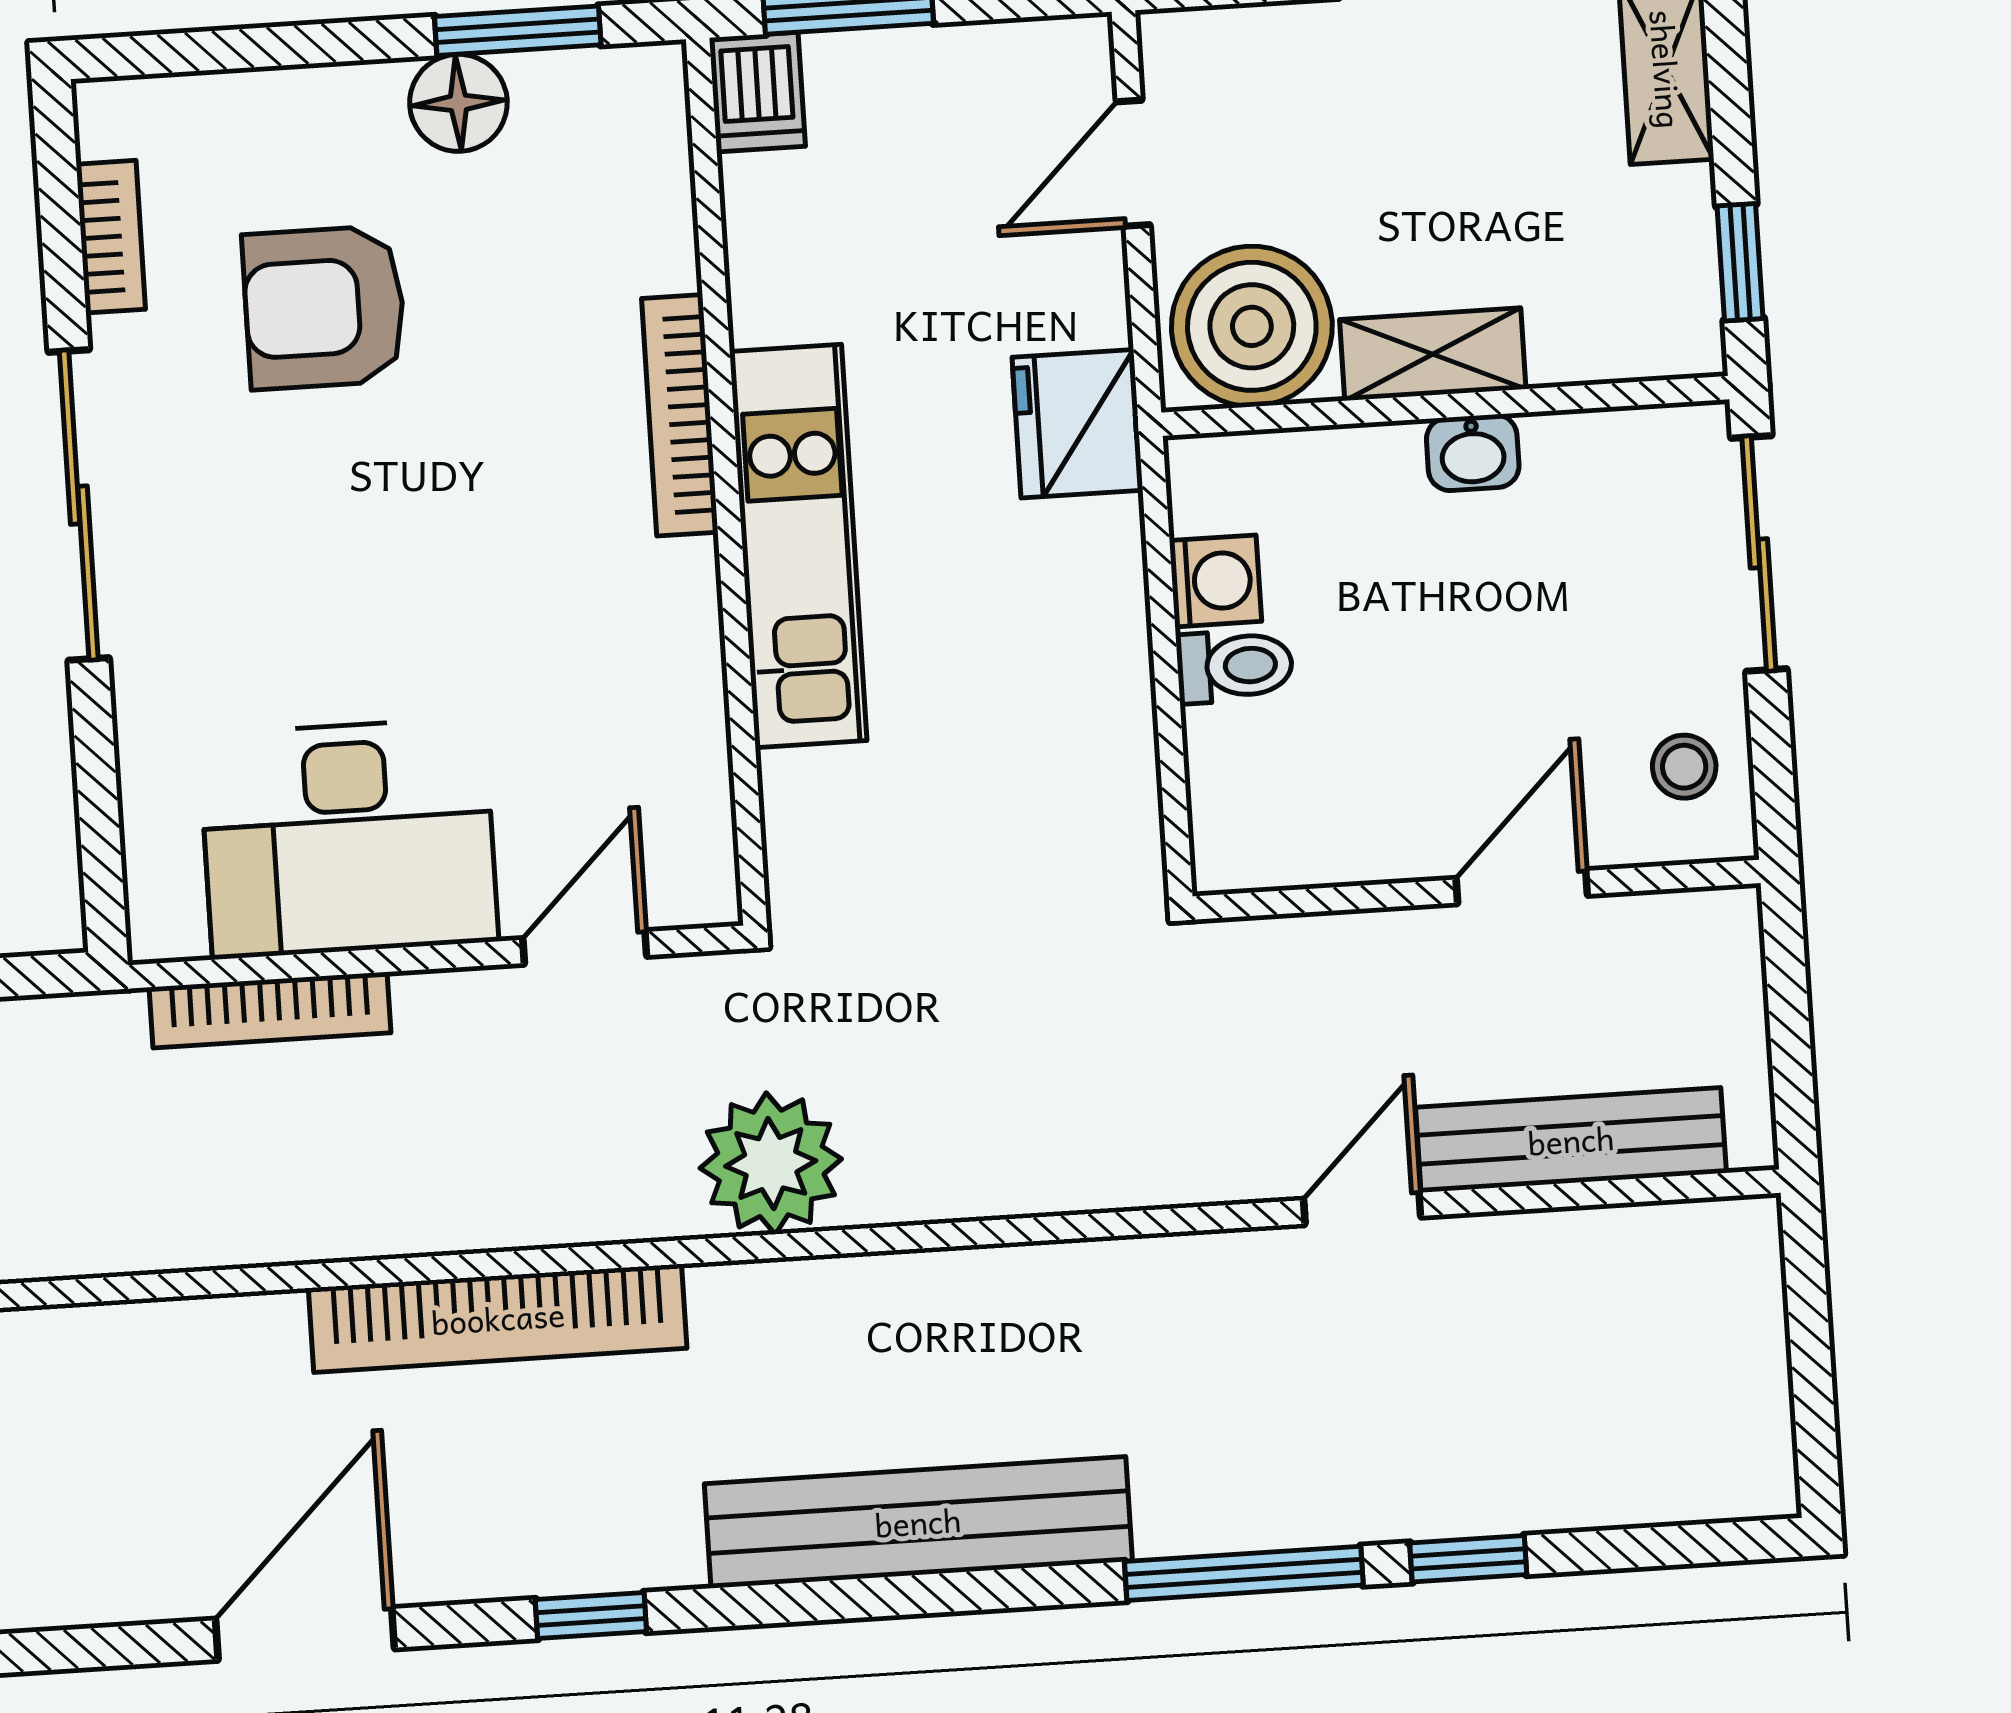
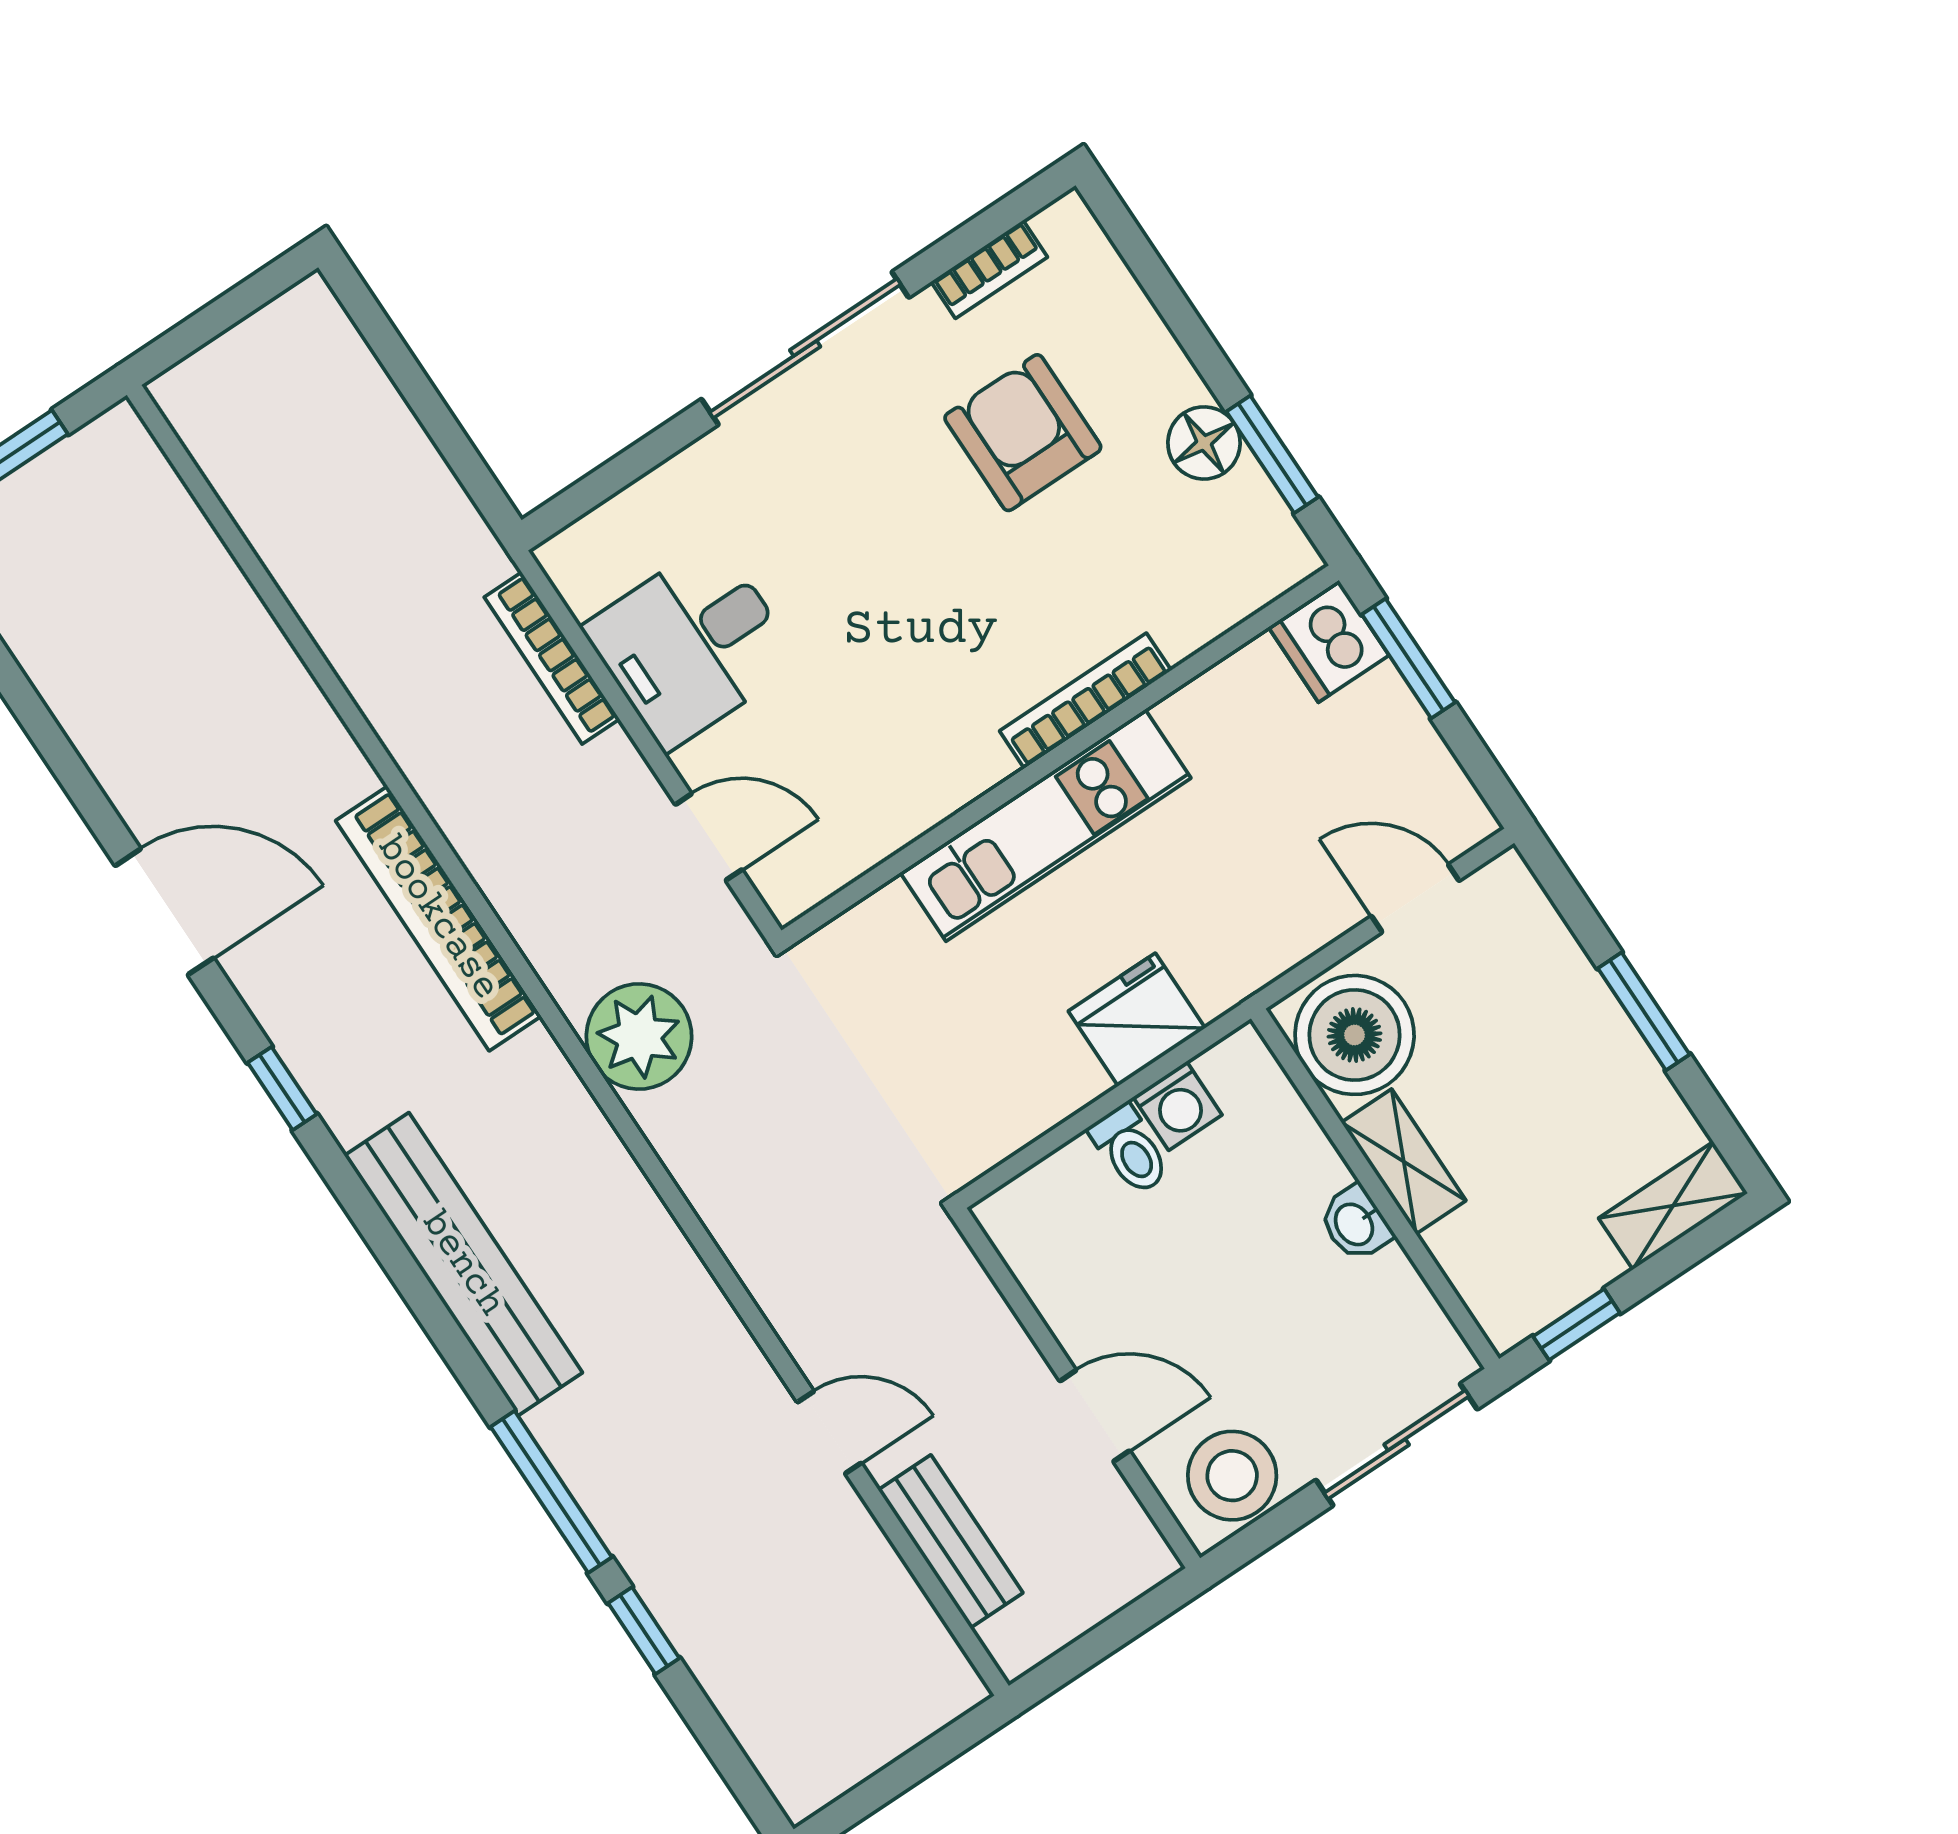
dishwasher: (757, 92) -> (1329, 641), width x1.38
fridge: (1077, 424) -> (1137, 1020), moved
stool: (1684, 767) -> (1232, 1476), width x1.89, depth x1.89
desk: (348, 838) -> (691, 645), width x0.73
bench: (1571, 1140) -> (951, 1541), width x0.73

